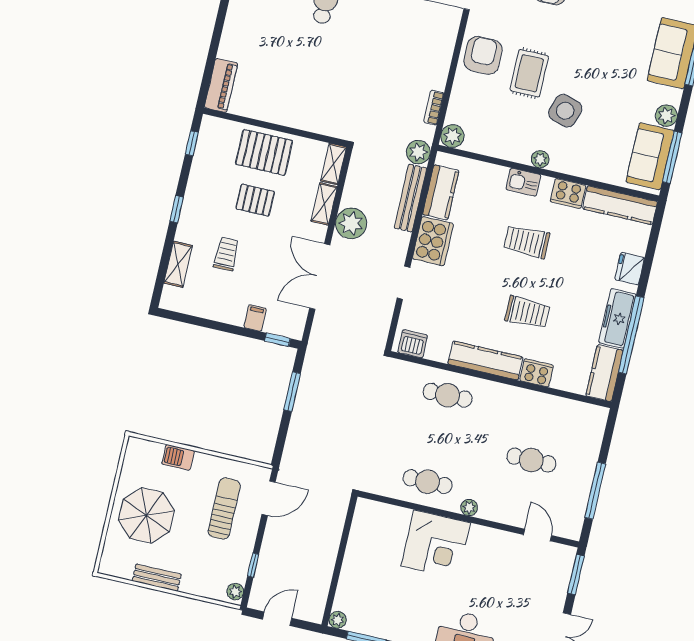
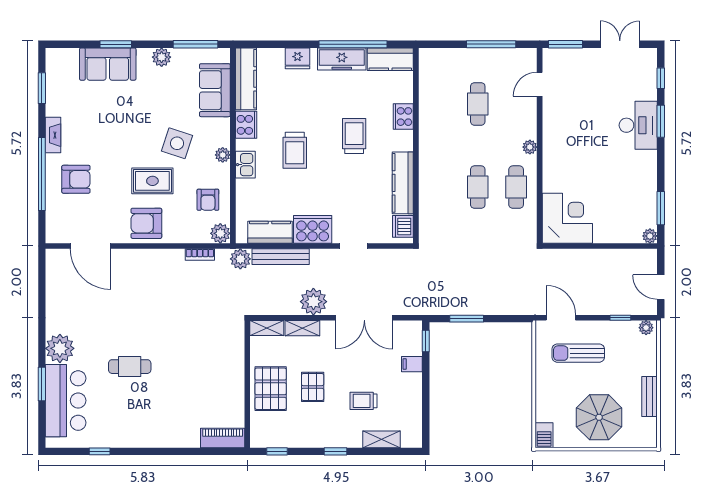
armchair: (494, 131) -> (208, 200), added
sofa: (650, 156) -> (215, 90), moved, turned 90
kitchen counter: (485, 361) -> (403, 183), moved
cafe table: (448, 395) -> (478, 187), moved
barbecue: (178, 457) -> (544, 435), moved
corner desk: (436, 544) -> (567, 218), moved

